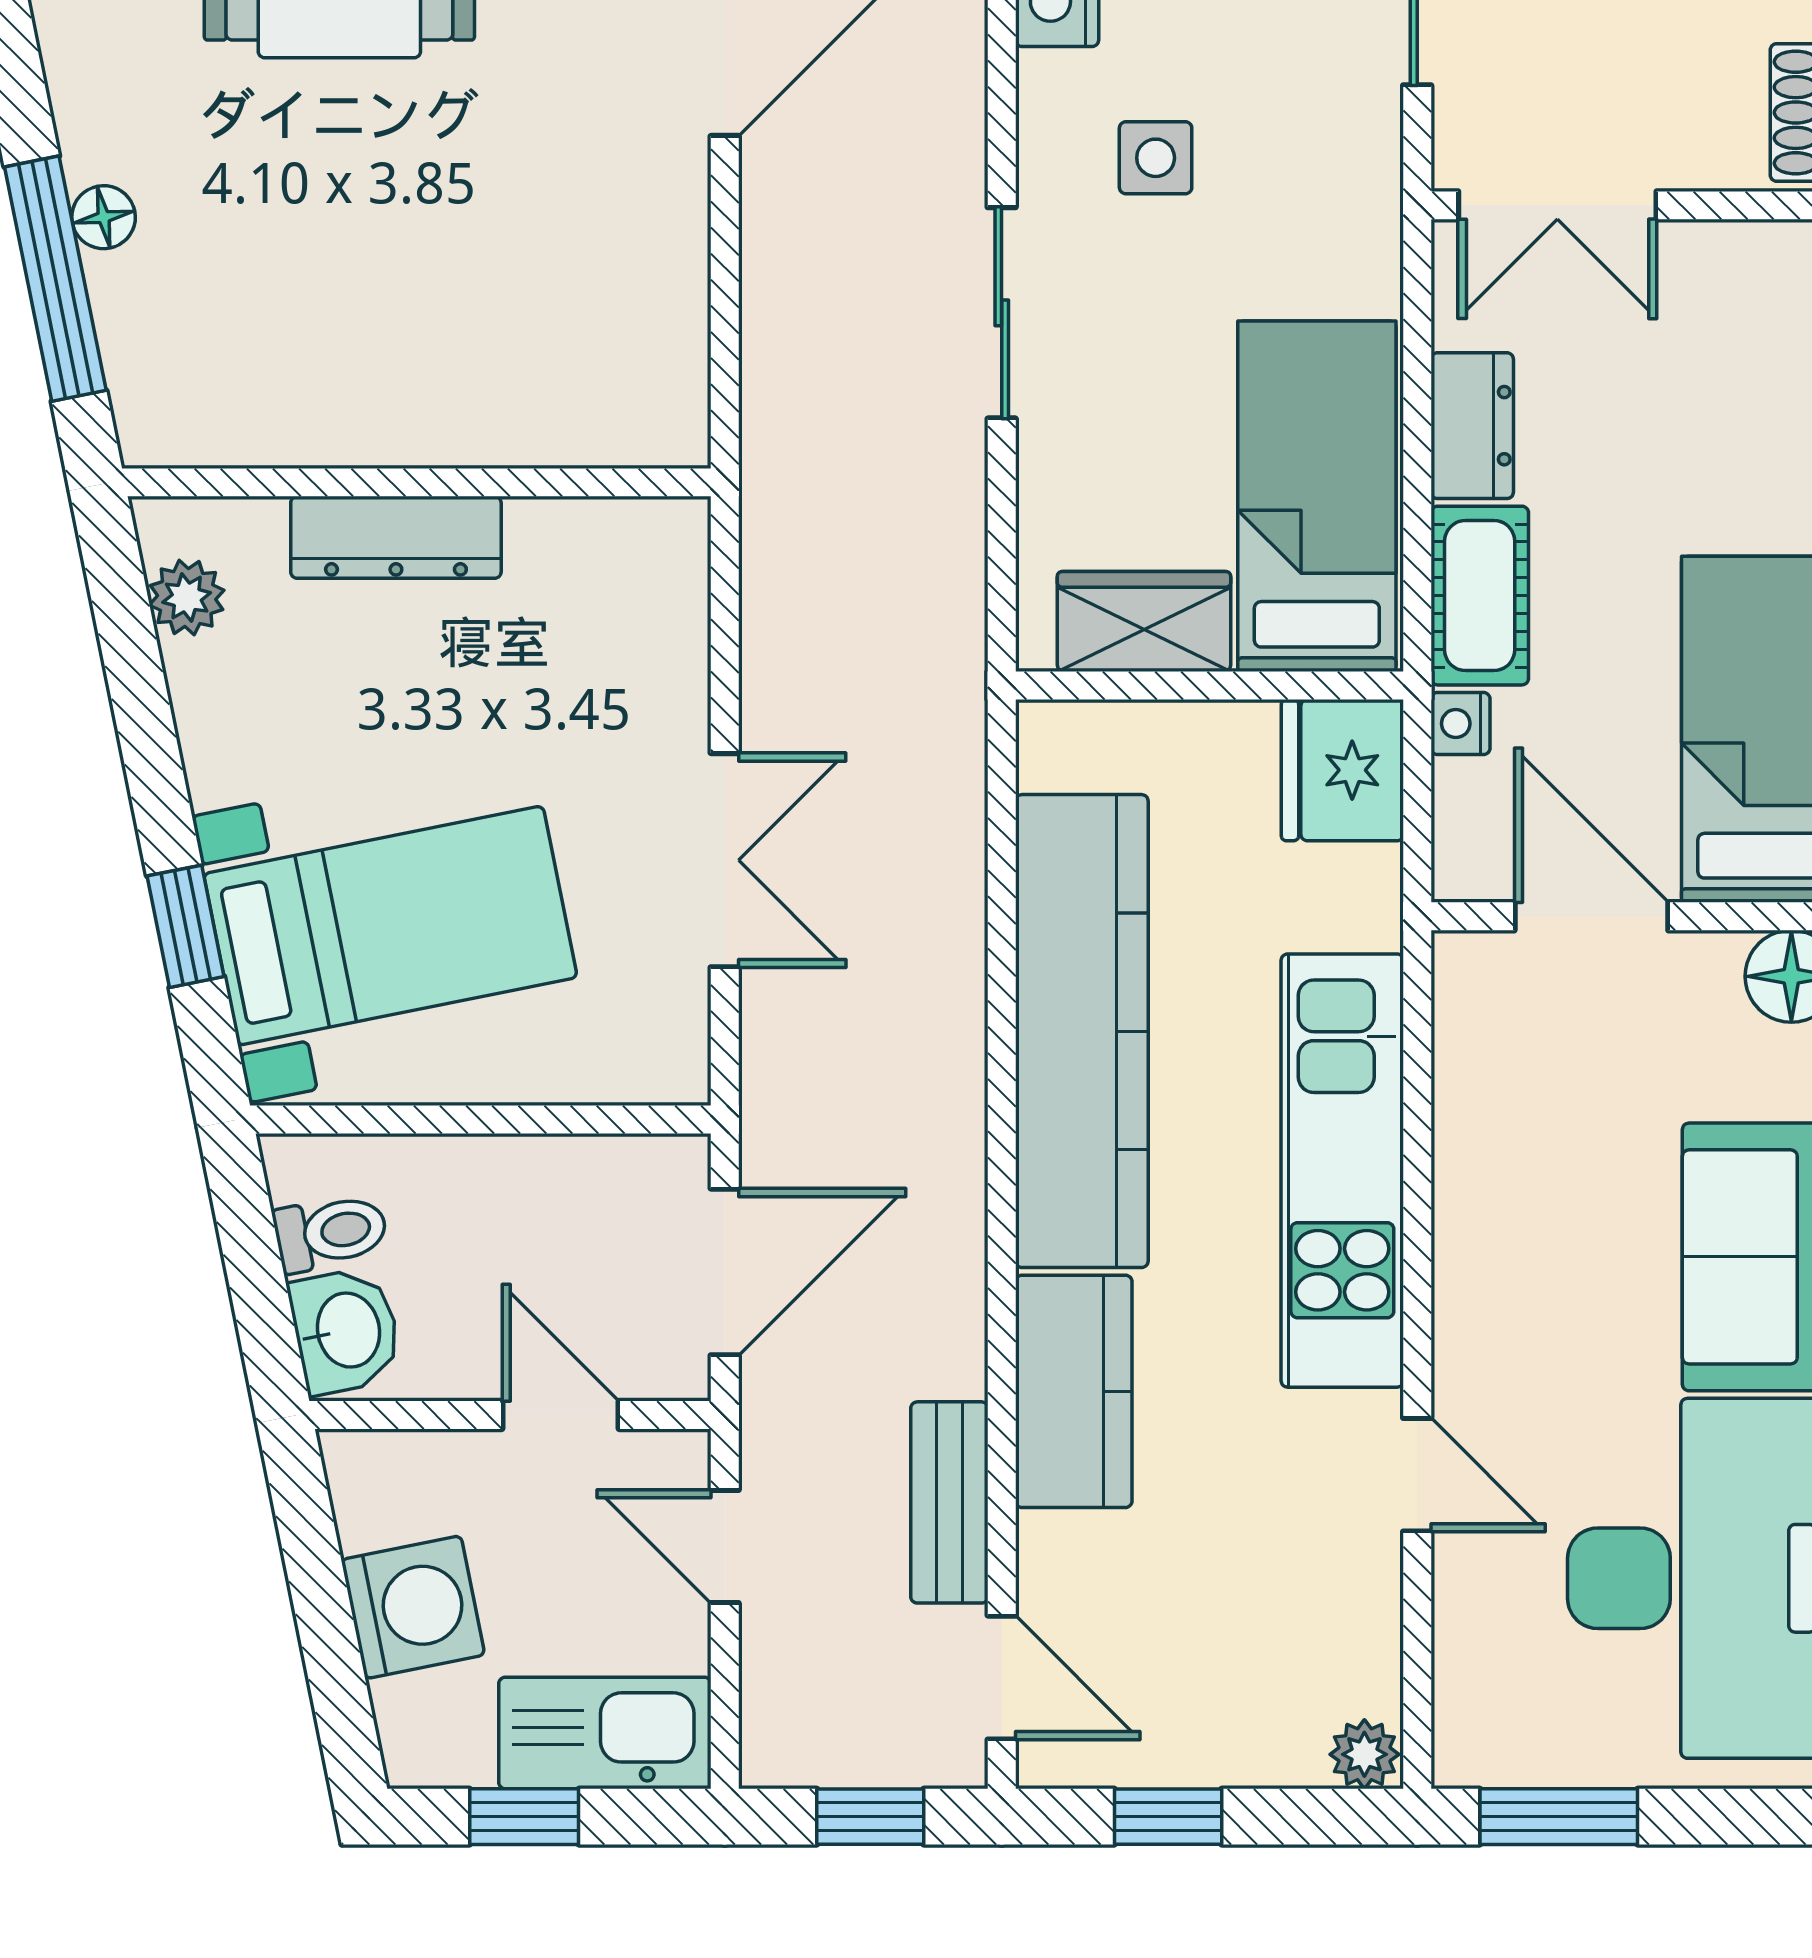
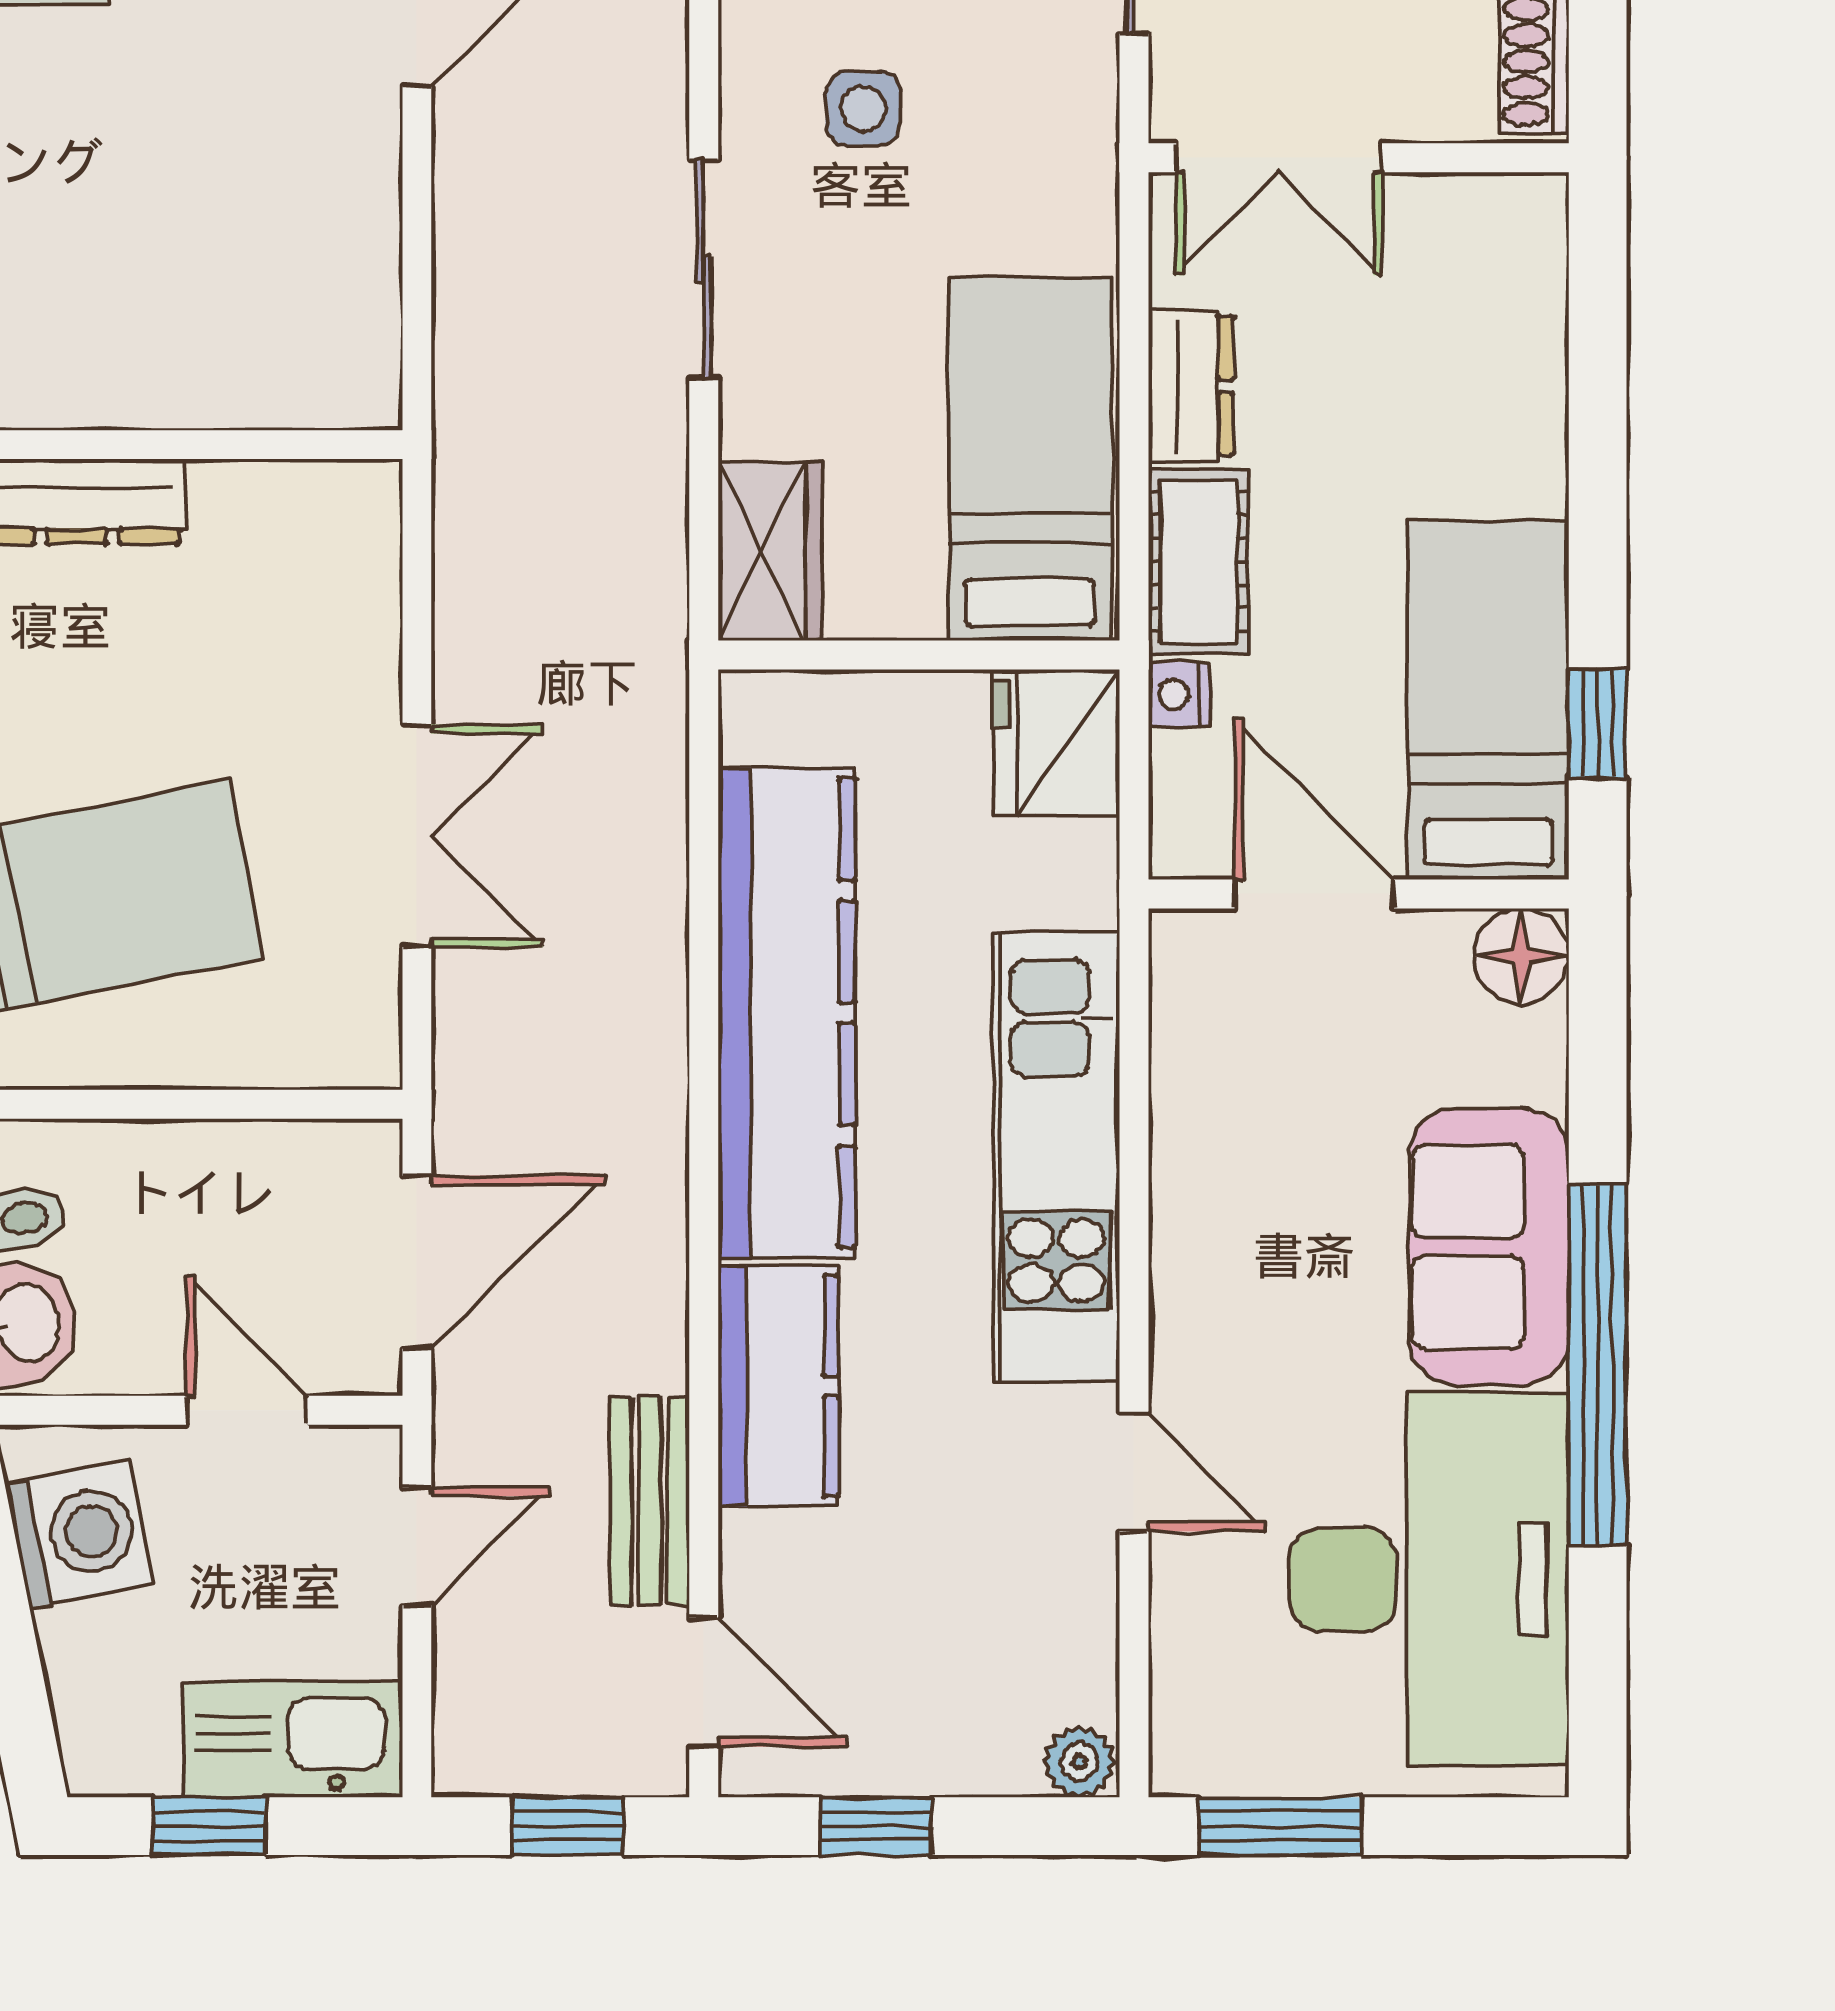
wardrobe: (1144, 621) -> (770, 551), moved, turned 90
door: (725, 1547) -> (417, 1547), swing flipped
washing machine: (413, 1607) -> (79, 1534), moved

